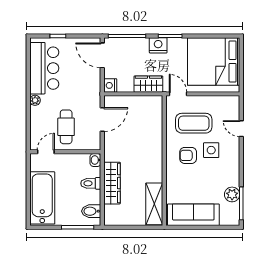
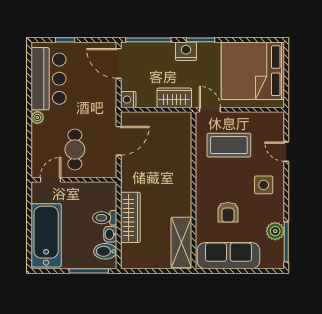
side table: (211, 150) -> (264, 185), moved
armchair: (188, 155) -> (228, 212), moved, turned -90
washbasin: (95, 160) -> (110, 234), moved

